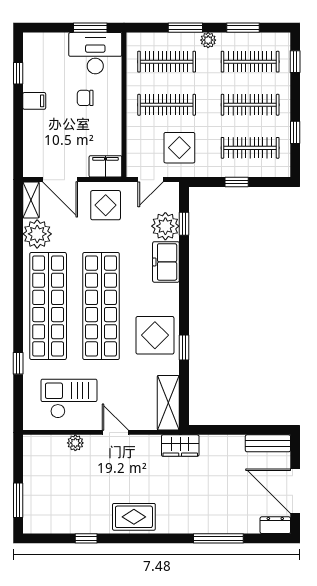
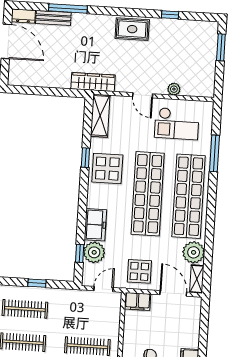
display table: (179, 148) -> (80, 312), removed
window: (18, 363) -> (214, 153), width x2.17
bench: (268, 443) -> (53, 18), moved
wardrobe: (180, 446) -> (93, 82), width x1.50

